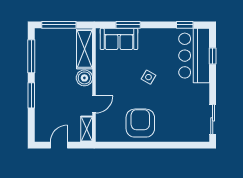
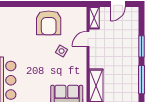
side table: (148, 77) -> (62, 51), moved
boiler: (84, 78) -> (96, 61), removed

